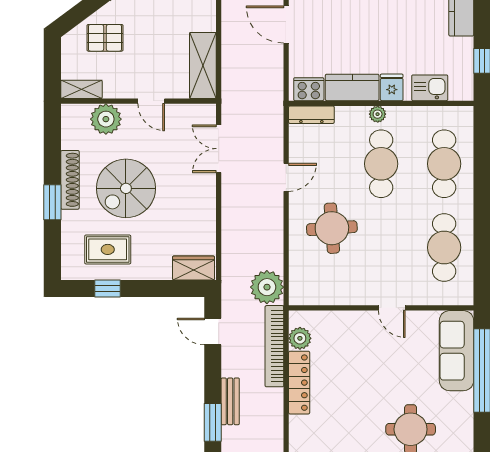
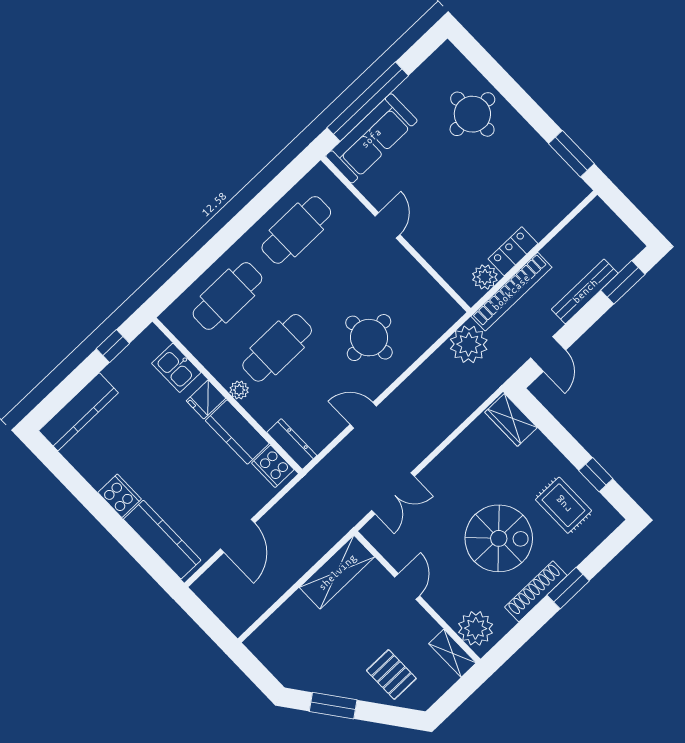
plant: (106, 119) -> (476, 628), moved
locker: (299, 383) -> (513, 251), width x0.66
bench: (230, 401) -> (585, 291), width x1.36

